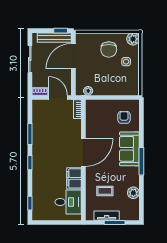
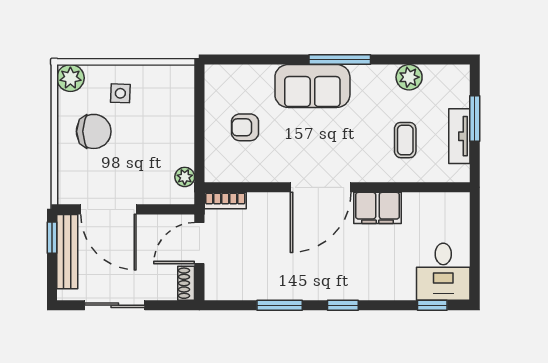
armchair: (124, 117) -> (245, 127), moved
door: (83, 153) -> (321, 187), swing flipped
desk: (68, 202) -> (443, 272), moved, turned 180

